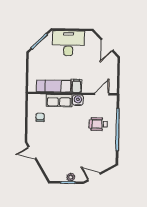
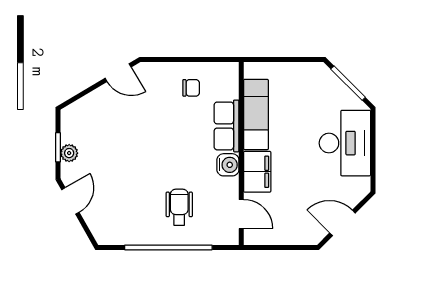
filing cabinet: (77, 86) -> (257, 172), width x2.00
door: (32, 153) -> (118, 73), swing flipped

